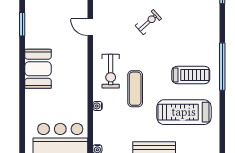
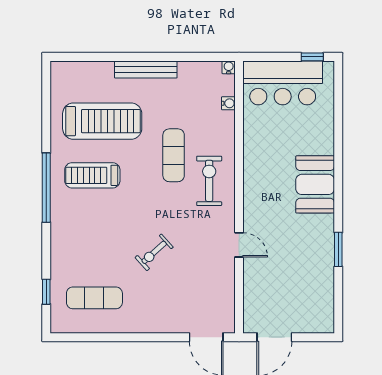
water cooler: (97, 106) -> (228, 103), moved

